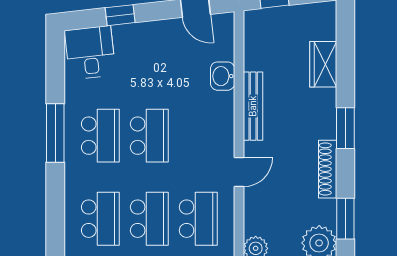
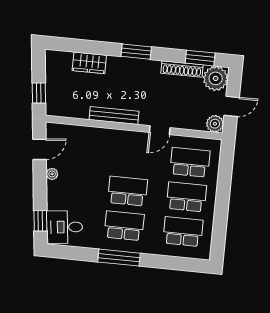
window: (120, 15) -> (40, 221), moved
plant: (163, 28) -> (52, 174), added
washbasin: (223, 76) -> (91, 135), removed
shoe rack: (328, 169) -> (182, 69), moved
door: (239, 172) -> (160, 130), swing flipped

